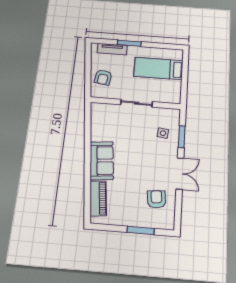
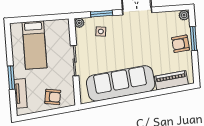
plant: (175, 113) -> (79, 23), added
sofa: (102, 161) -> (121, 83), width x1.85, depth x1.27
armchair: (156, 199) -> (181, 44), moved
plant: (169, 224) -> (184, 15), added

